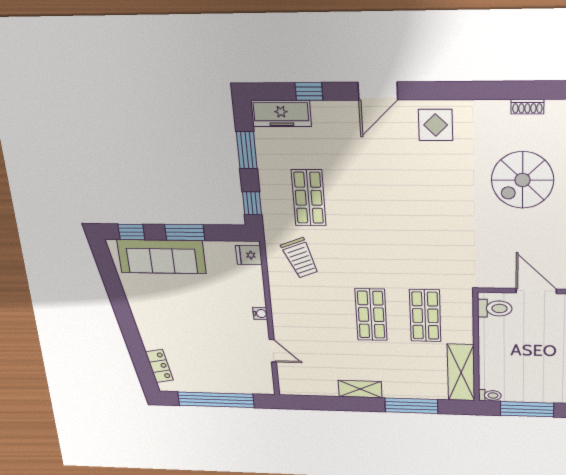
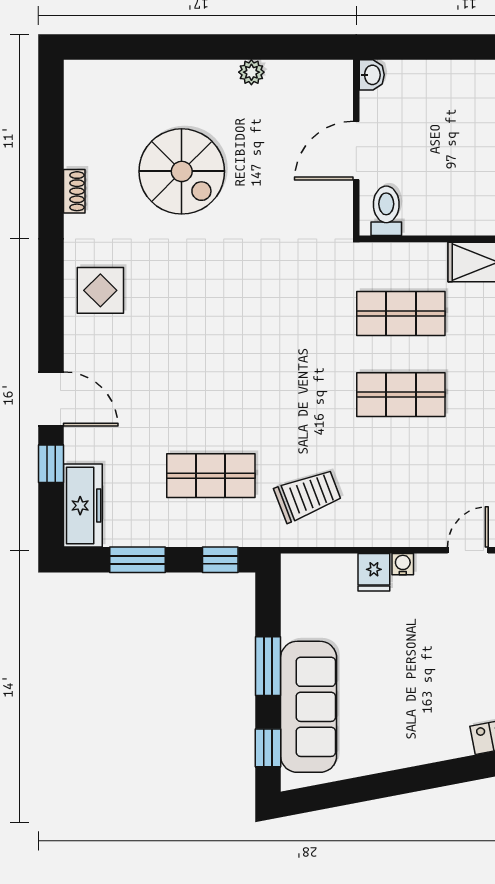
door: (378, 91) -> (51, 399), moved
shoe rack: (527, 107) -> (74, 191), moved
fridge: (249, 255) -> (374, 572), moved

